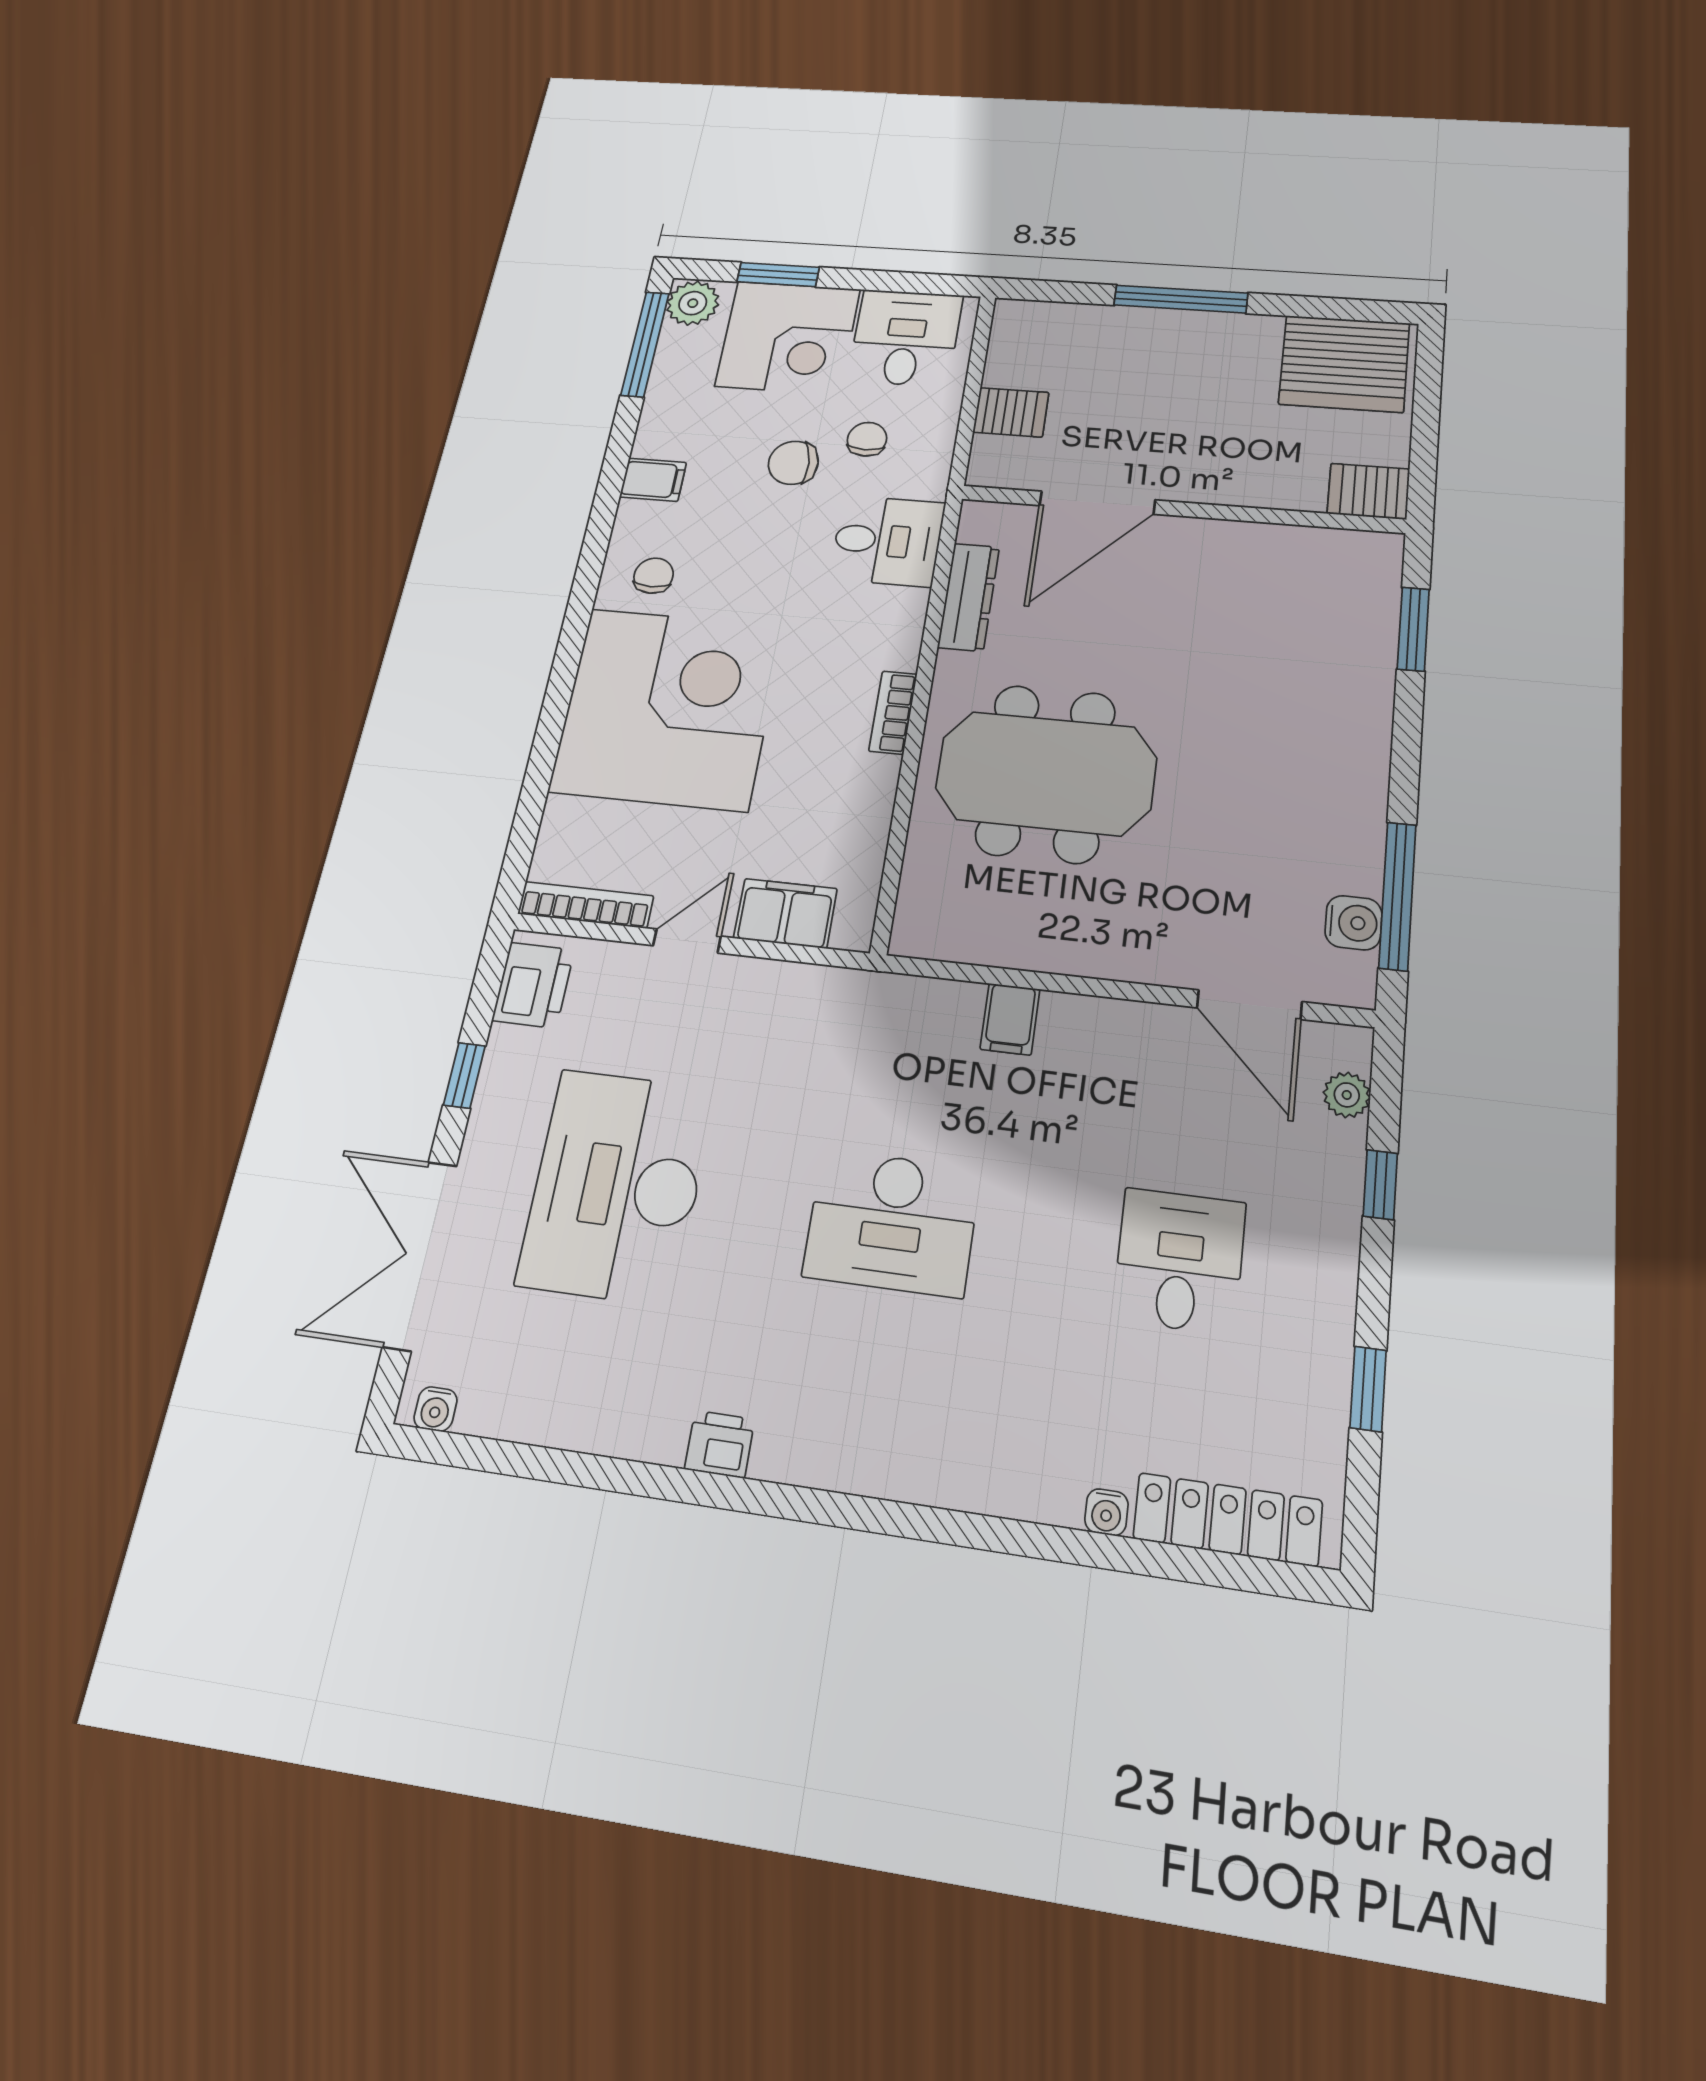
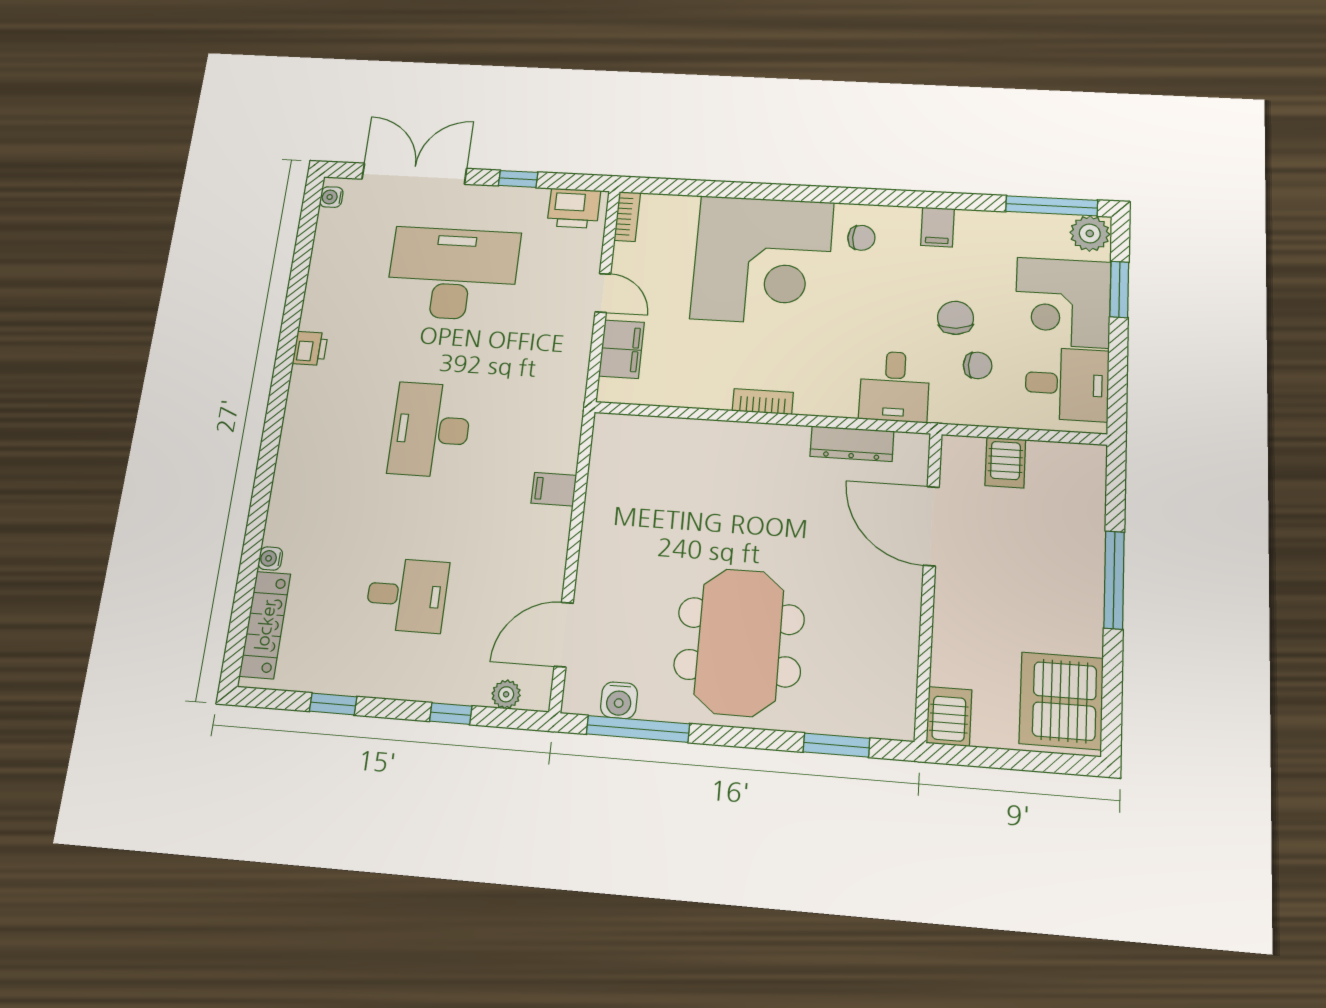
meeting table: (1046, 773) -> (739, 642), moved
bookcase: (585, 905) -> (627, 216), width x0.64

